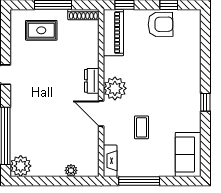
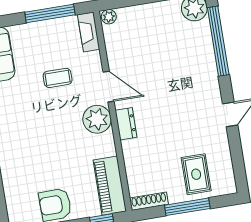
rug: (41, 30) -> (196, 174), turned 90
coffee table: (142, 127) -> (58, 78), turned 90
plant: (71, 170) -> (109, 17), moved

